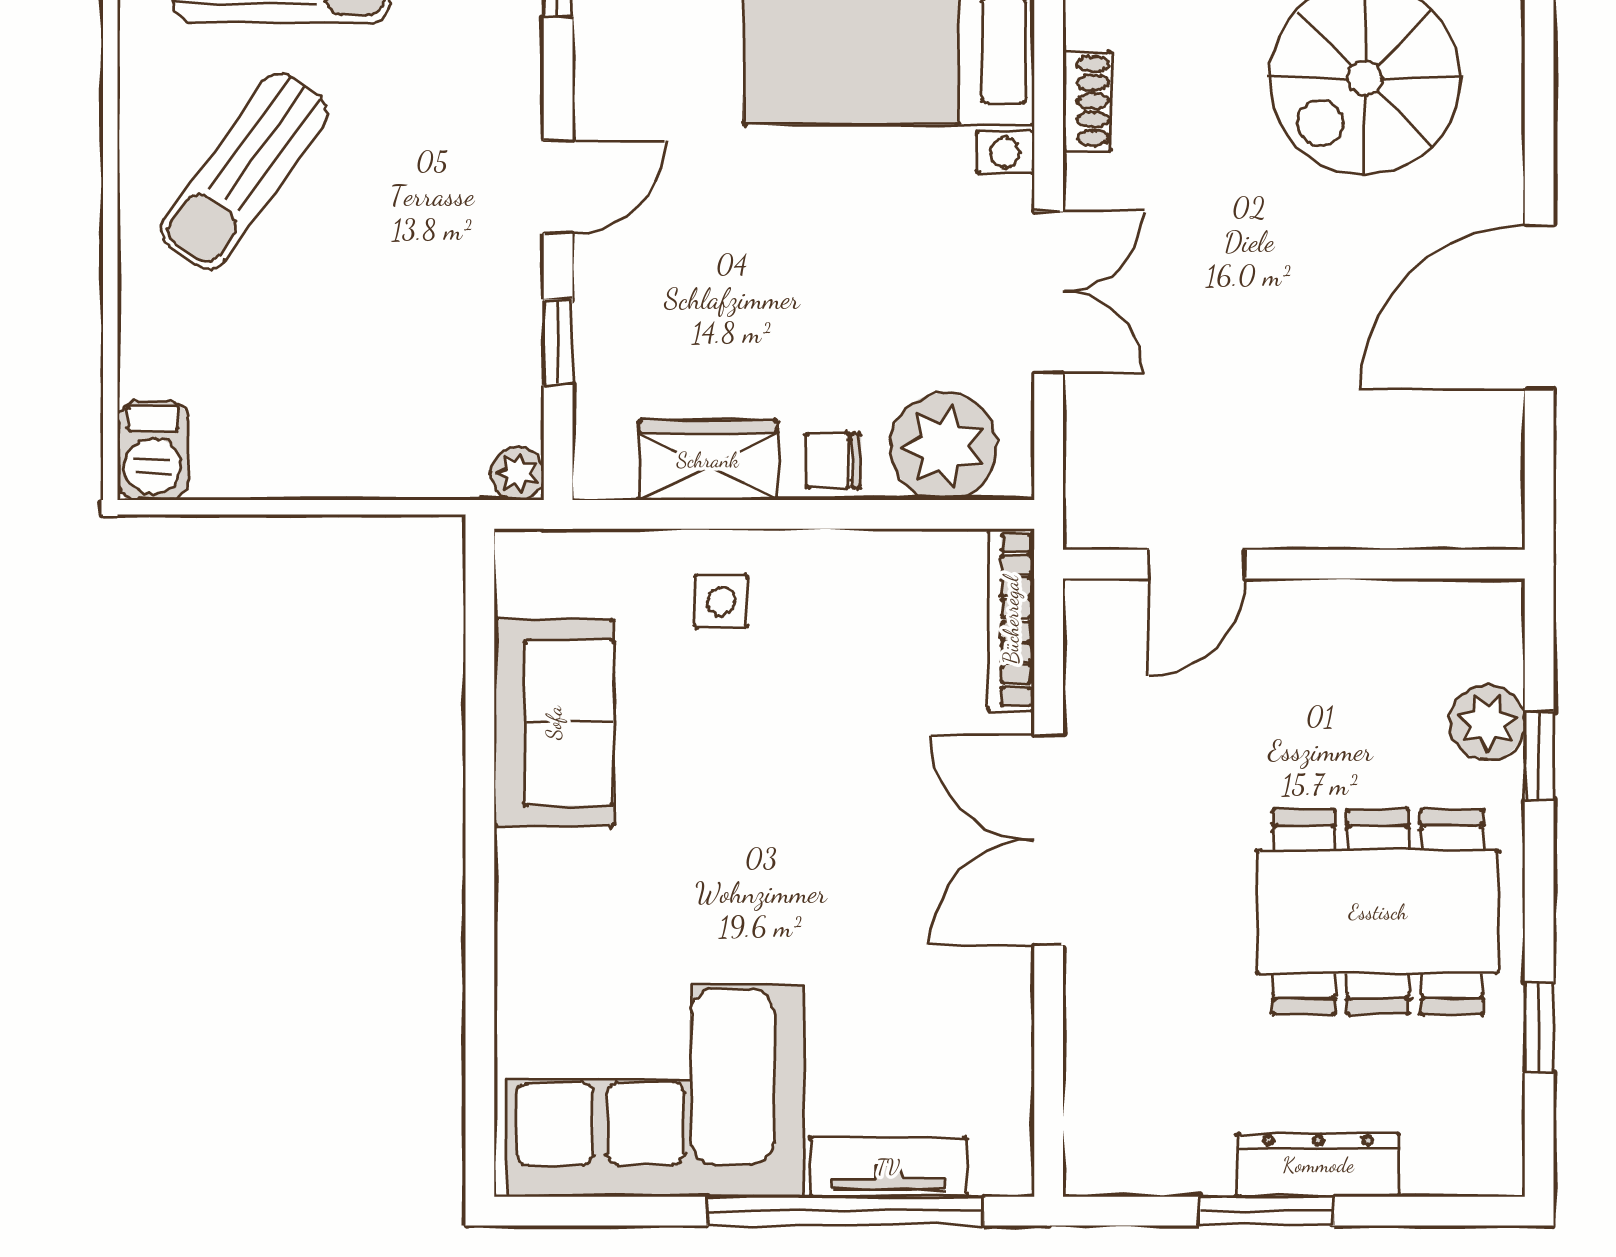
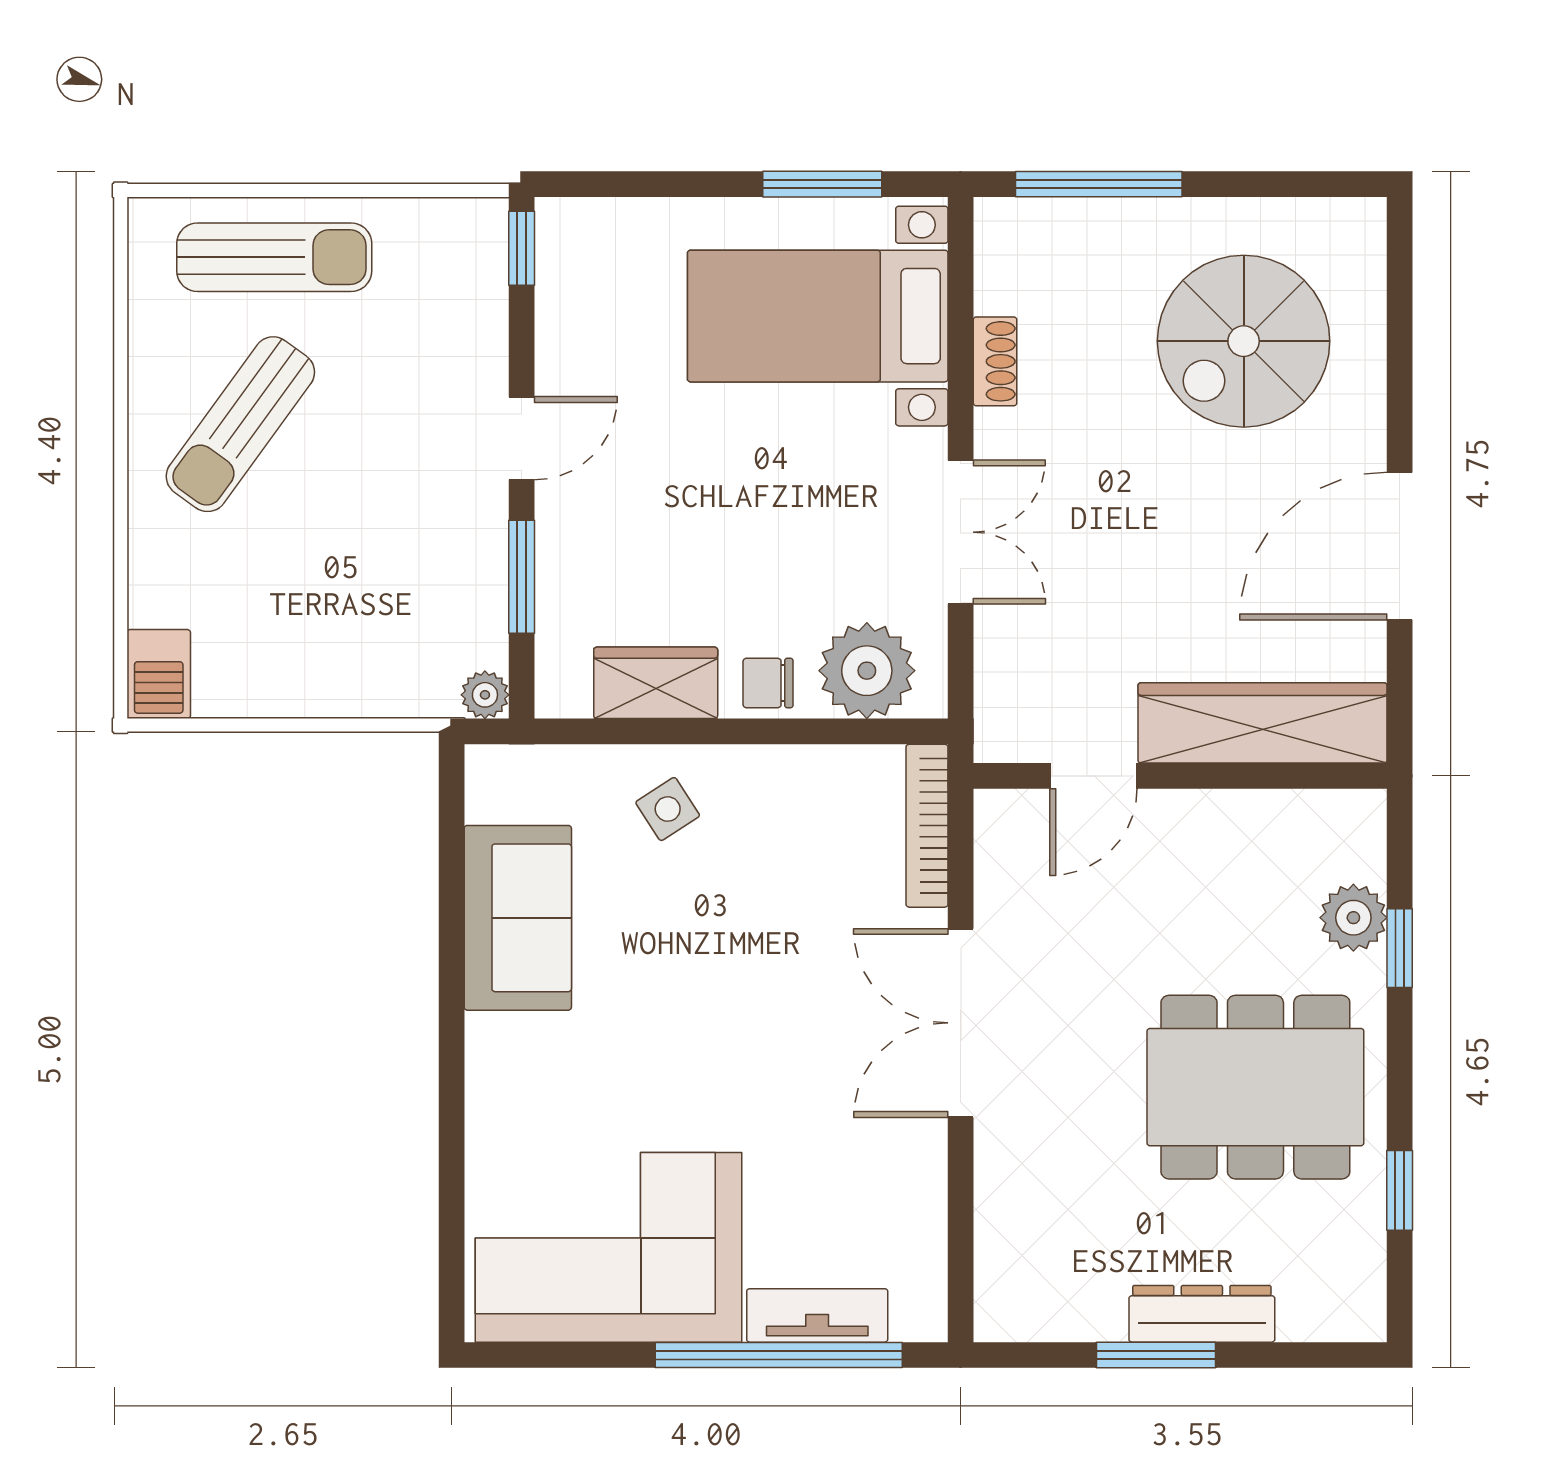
window: (558, 342) -> (522, 577), width x1.50
wardrobe: (1386, 505) -> (1263, 723), added
side table: (721, 601) -> (668, 809), turned -33

